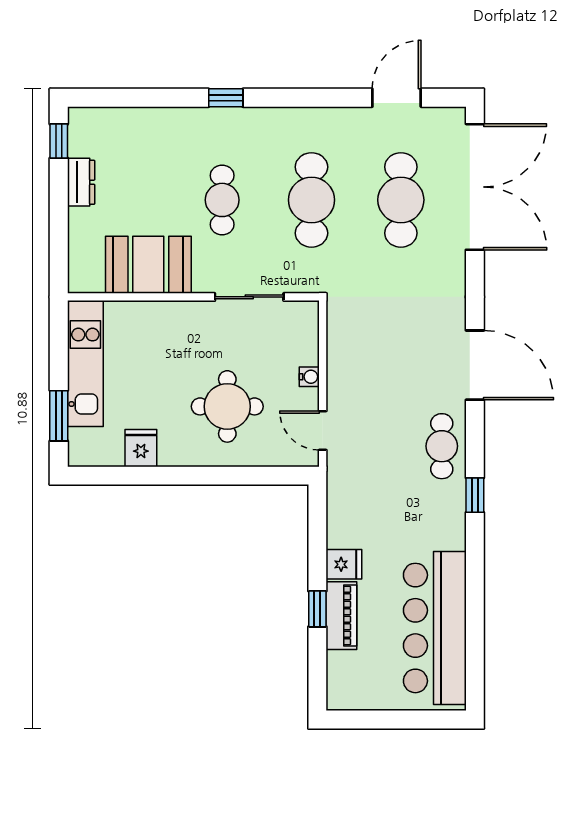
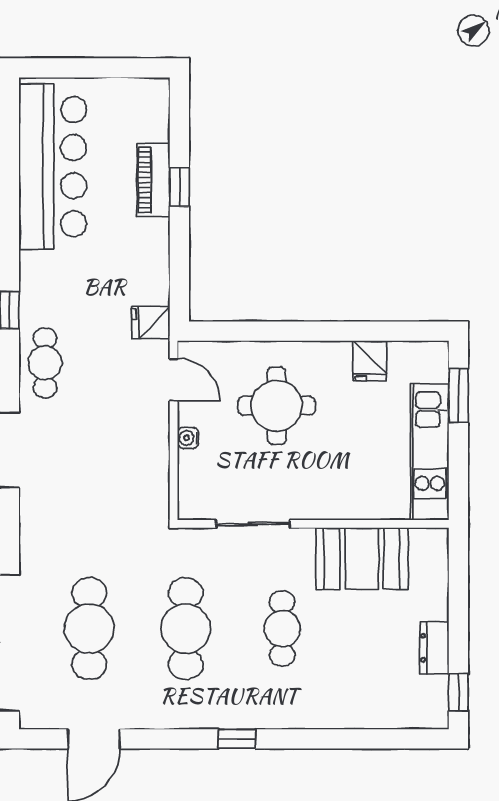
window: (226, 98) -> (237, 739), moved
fridge: (344, 564) -> (151, 323), moved

